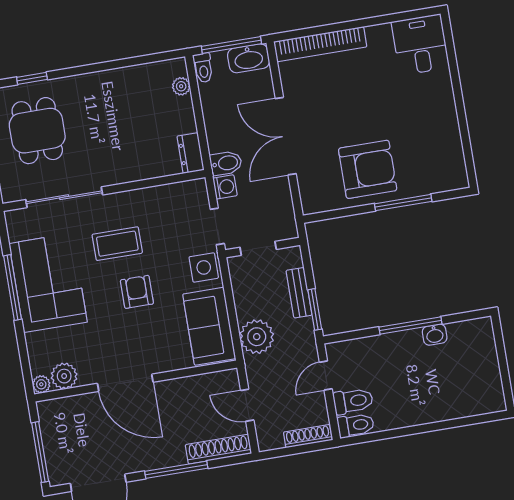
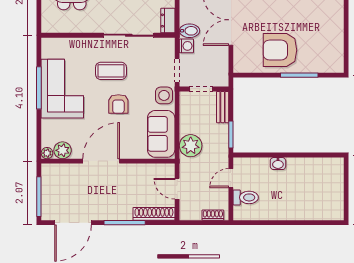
armchair: (368, 169) -> (280, 50), turned 180
sliding door: (64, 197) -> (129, 35), moved
armchair: (137, 292) -> (118, 104), turned 180
bench: (299, 293) -> (223, 107), moved
window: (410, 326) -> (291, 155), removed
washbasin: (435, 335) -> (278, 164), moved
door: (125, 383) -> (101, 161), swing flipped
toilet: (356, 425) -> (245, 213), removed
shoe rack: (308, 436) -> (213, 215), width x0.70

